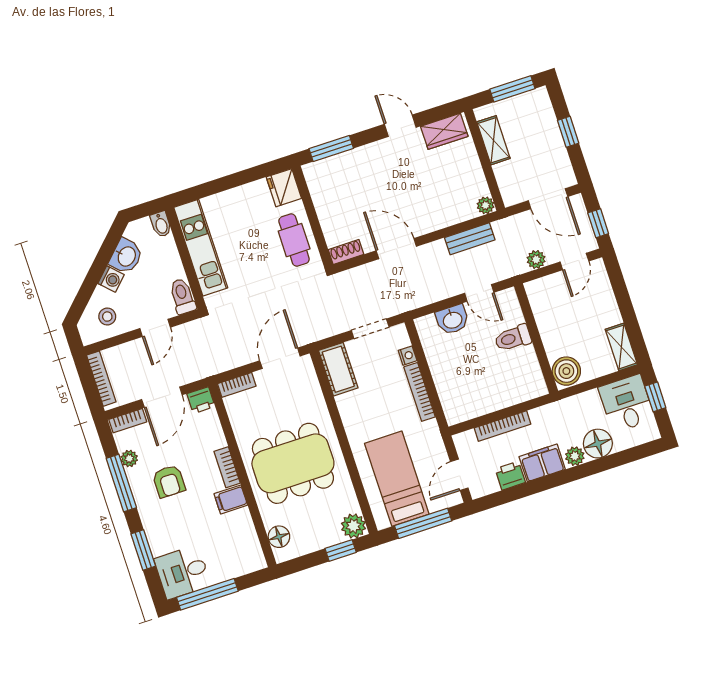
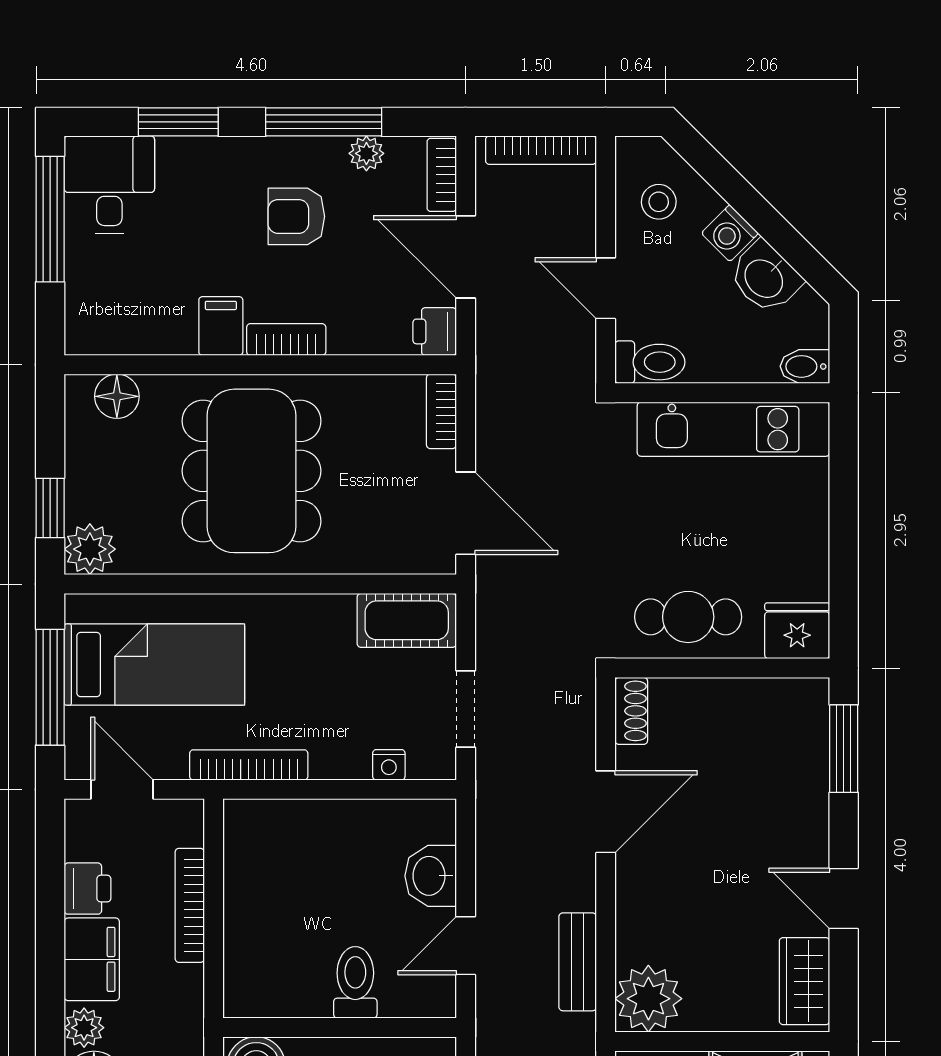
door: (400, 126) -> (844, 899), swing flipped
plant: (486, 205) -> (648, 999), width x1.87, depth x1.87
bookcase: (420, 392) -> (249, 765), moved

